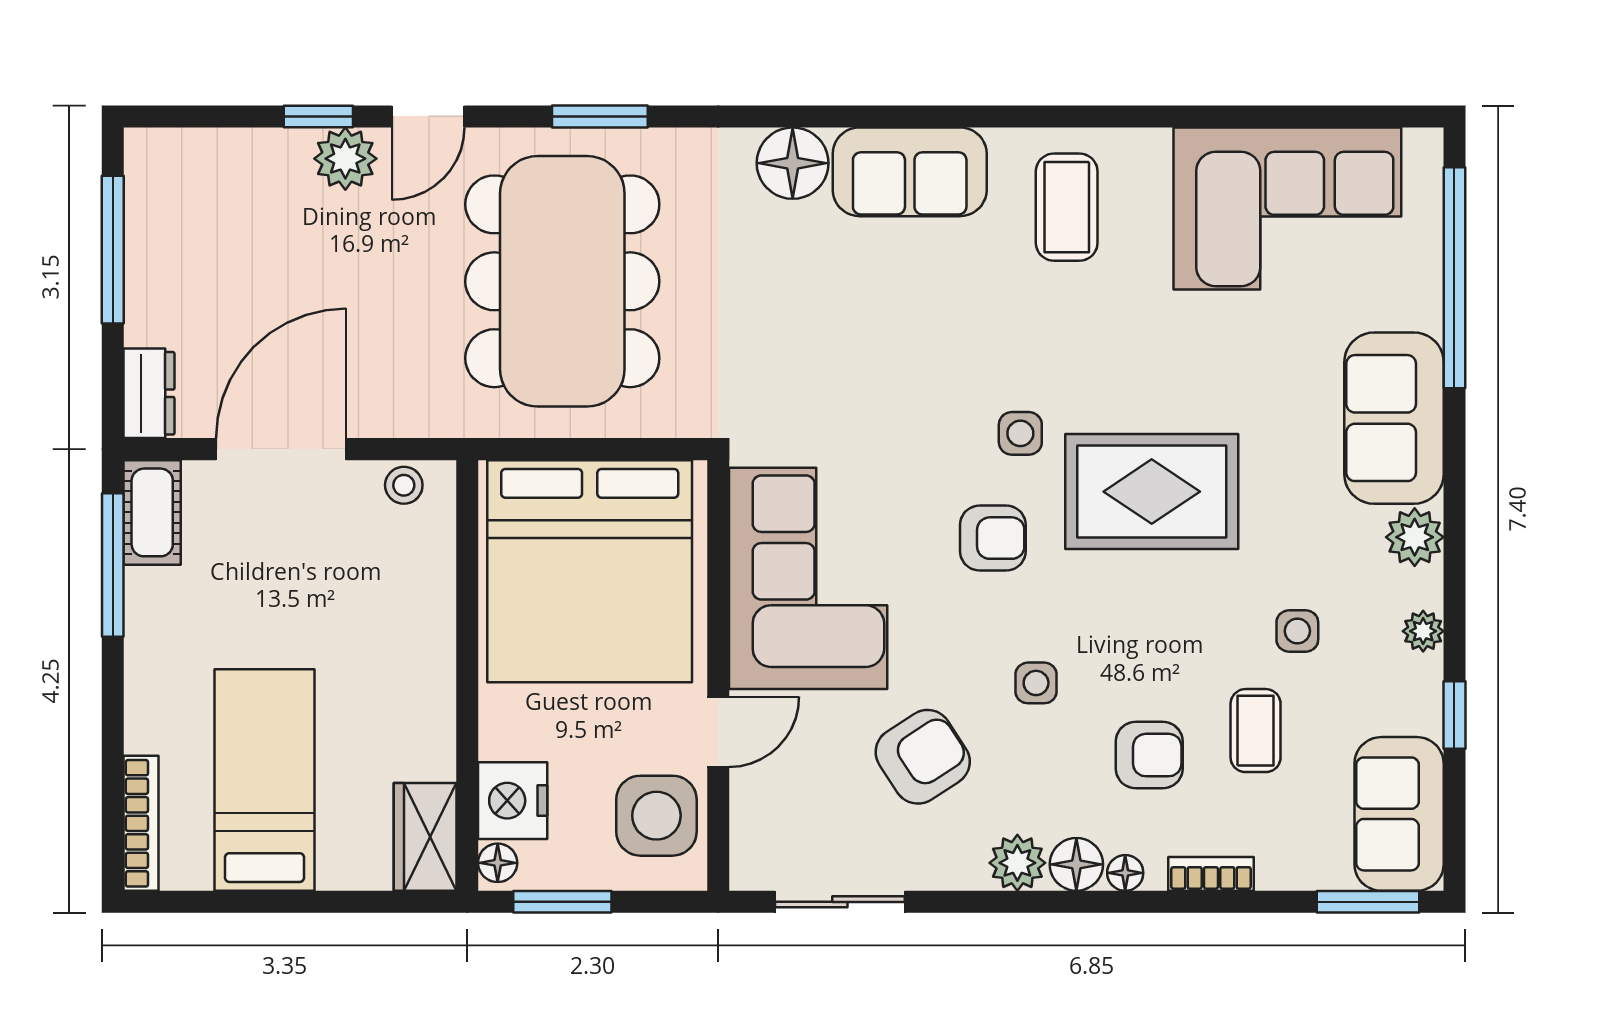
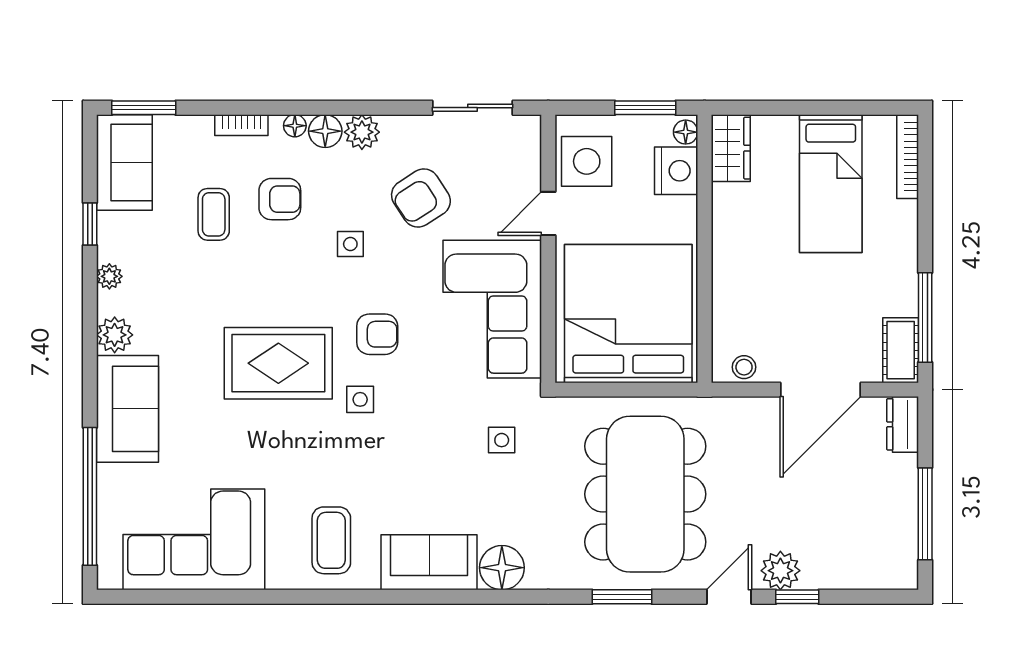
armchair: (993, 538) -> (377, 334), turned 180
side table: (1297, 631) -> (502, 440), moved
armchair: (1149, 755) -> (280, 199), turned 180

